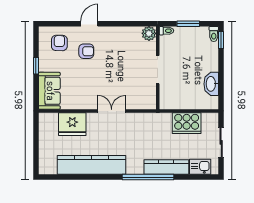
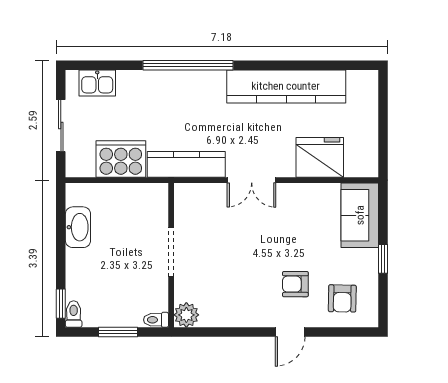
kitchen counter: (166, 167) -> (186, 164), moved, turned 180

